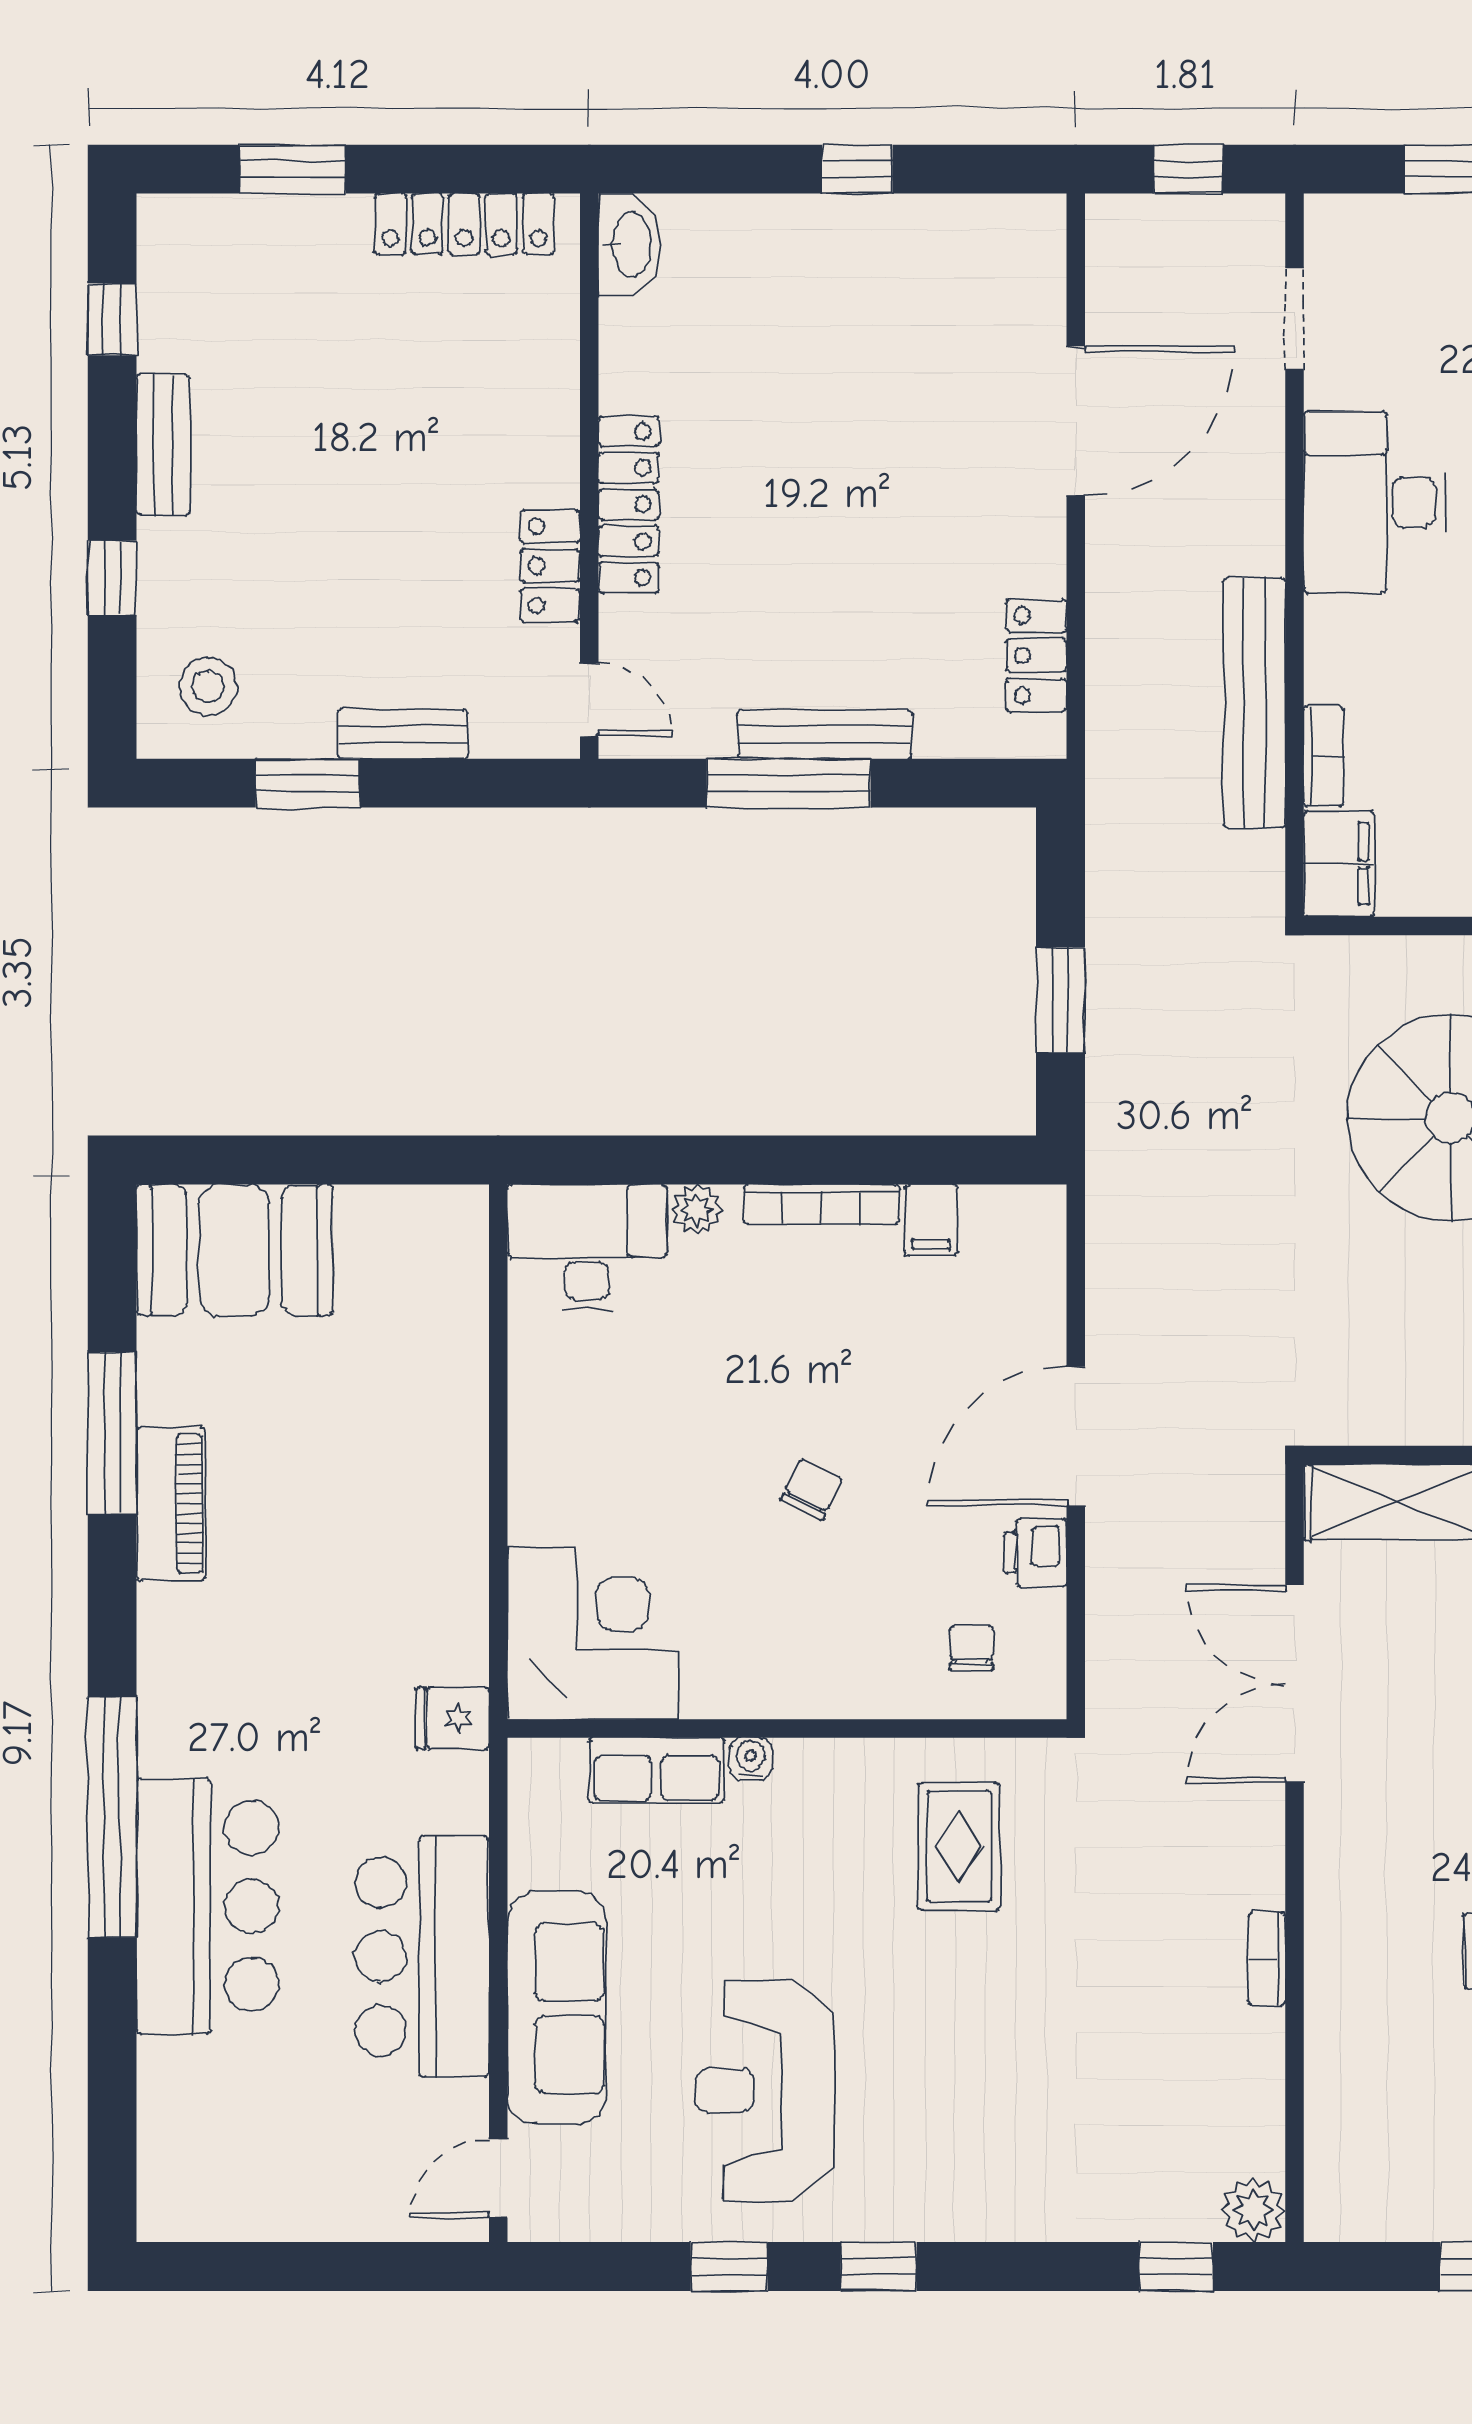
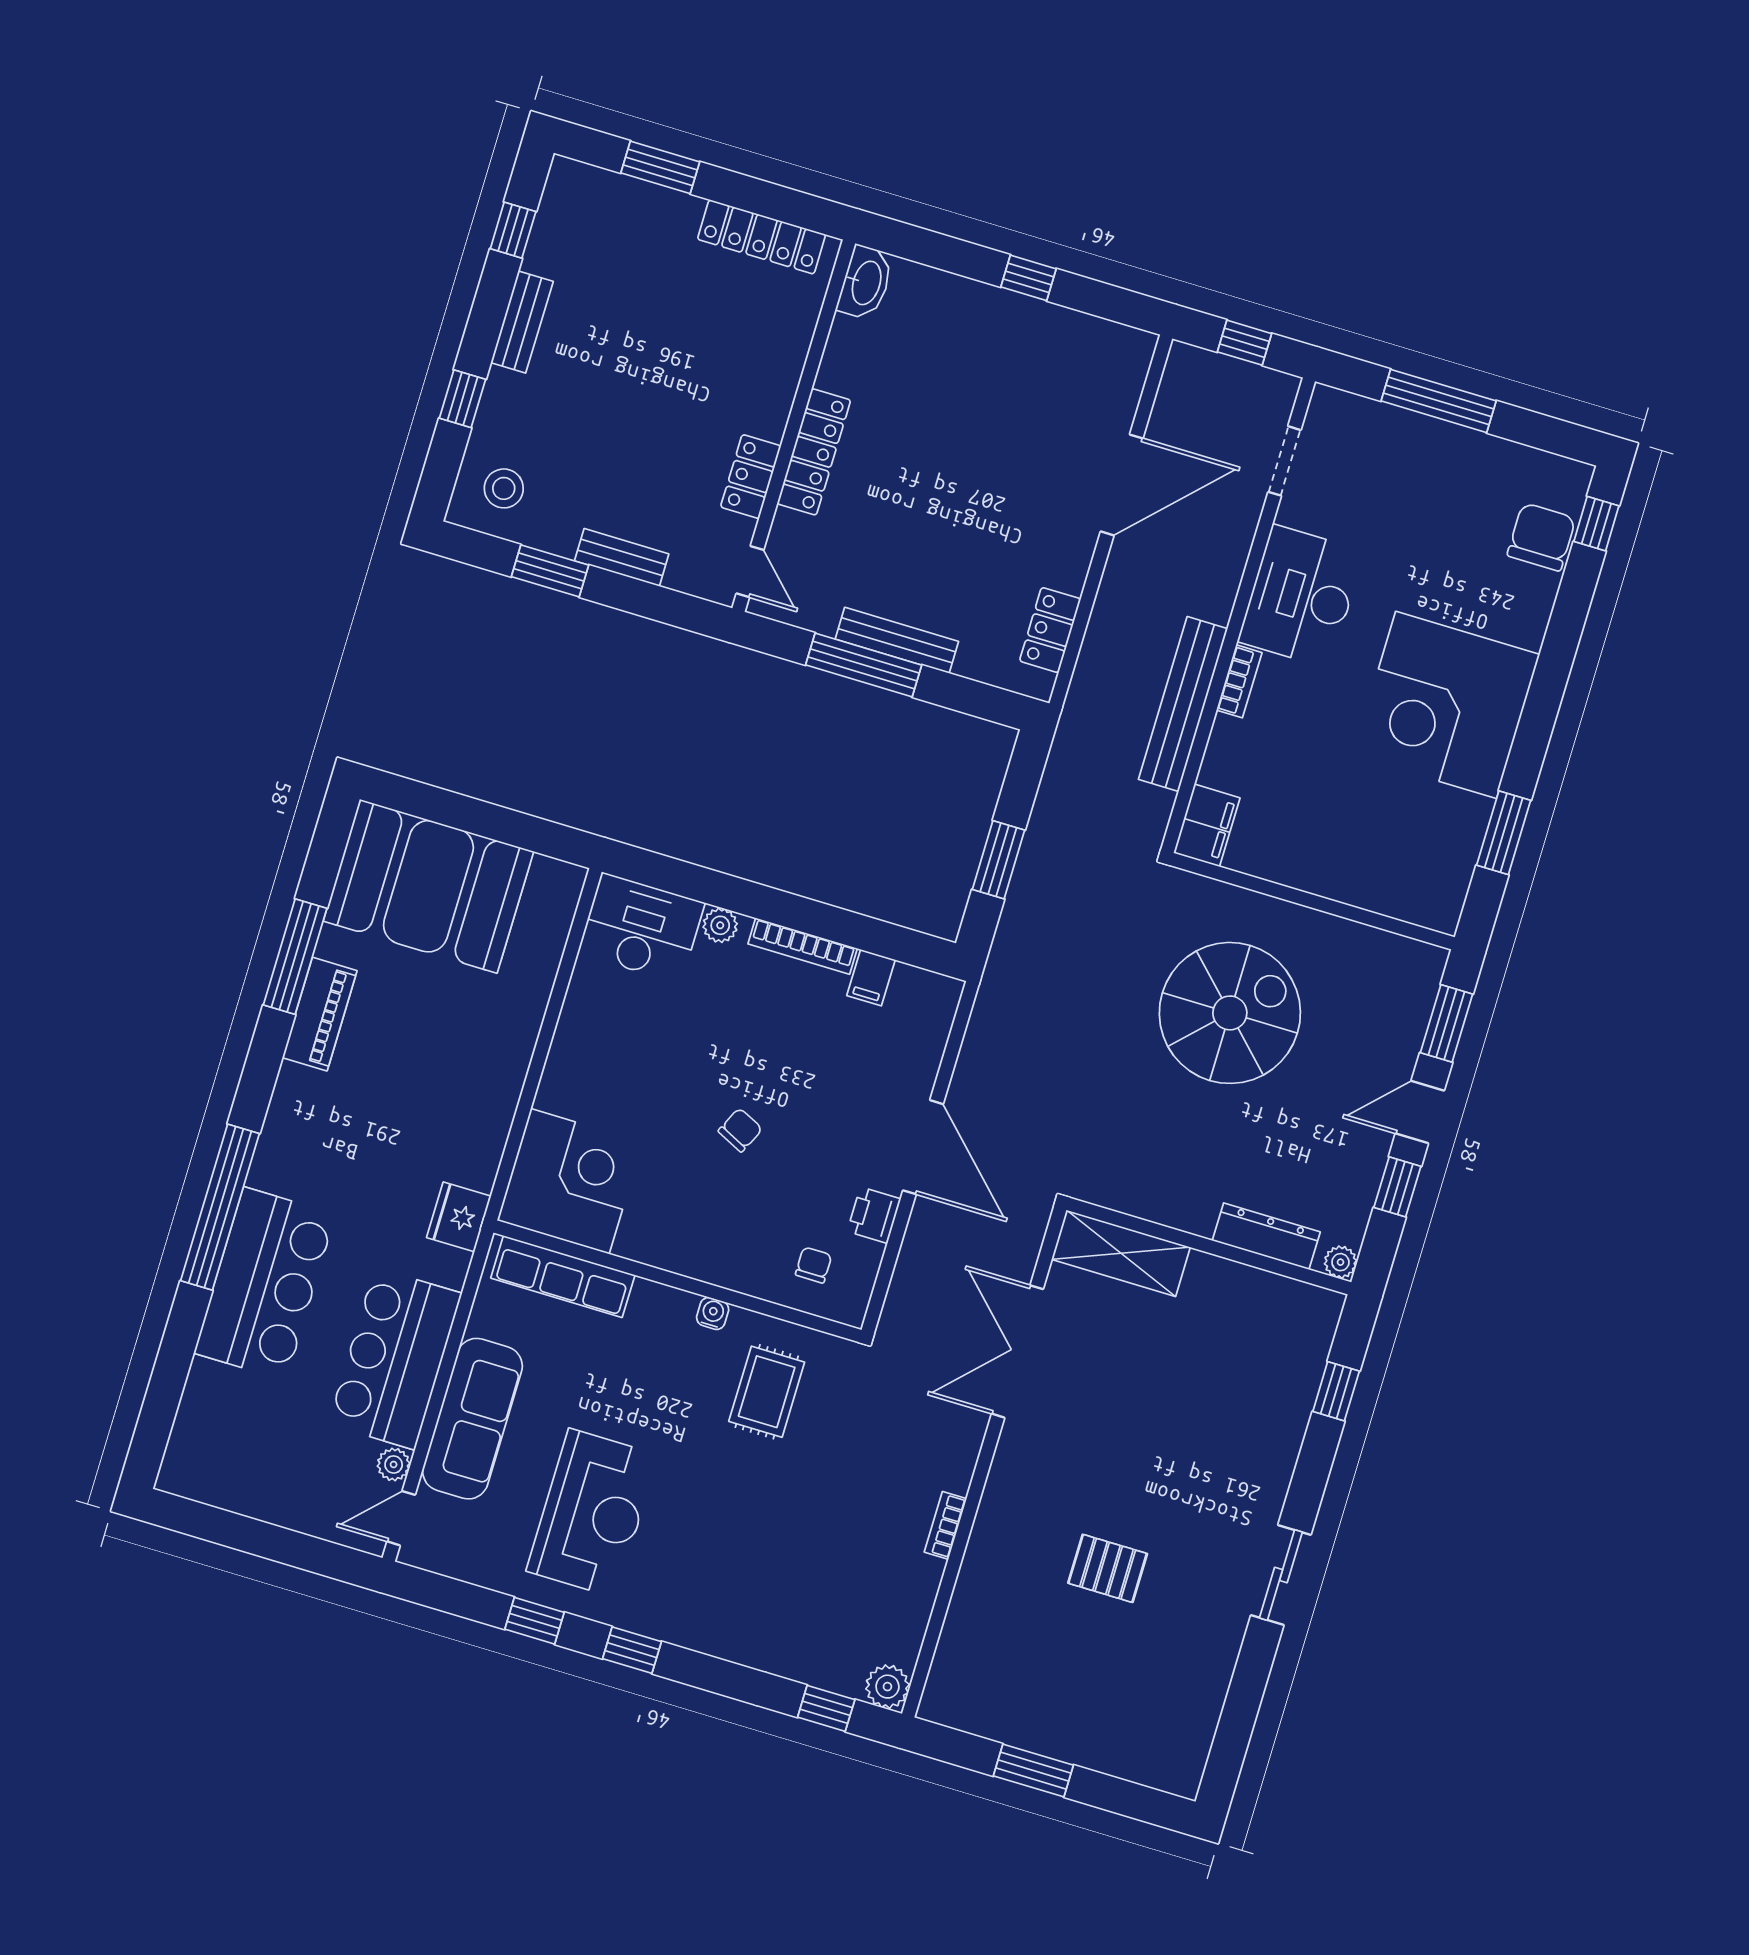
bookcase: (1324, 756) -> (1239, 681), moved
booth: (234, 1250) -> (428, 886), width x1.36, depth x1.42
door: (1076, 1436) -> (923, 1147), swing flipped
fridge: (452, 1718) -> (459, 1217), width x1.38
water cooler: (751, 1759) -> (713, 1313), moved
row of seats: (656, 1770) -> (563, 1277), width x1.48
reception desk: (765, 2090) -> (592, 1513), turned 180
plant: (465, 2106) -> (394, 1465), added

